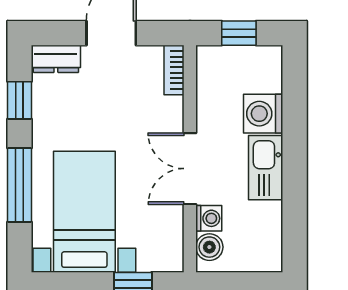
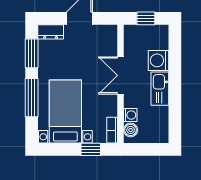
bookcase: (174, 70) -> (112, 130), moved
window: (19, 100) -> (32, 53), width x1.50
double door: (190, 169) -> (120, 75), moved

